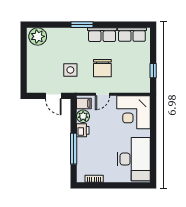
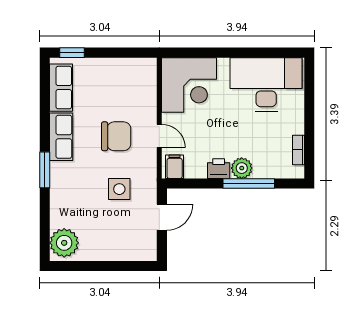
window: (153, 71) -> (72, 53), moved
plant: (83, 116) -> (242, 168), moved

